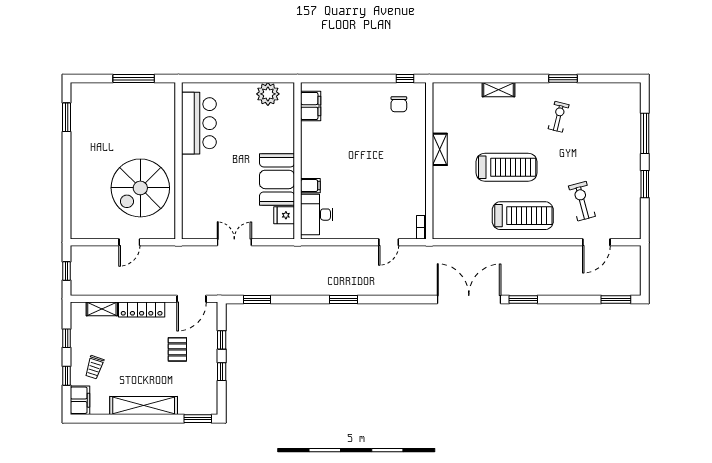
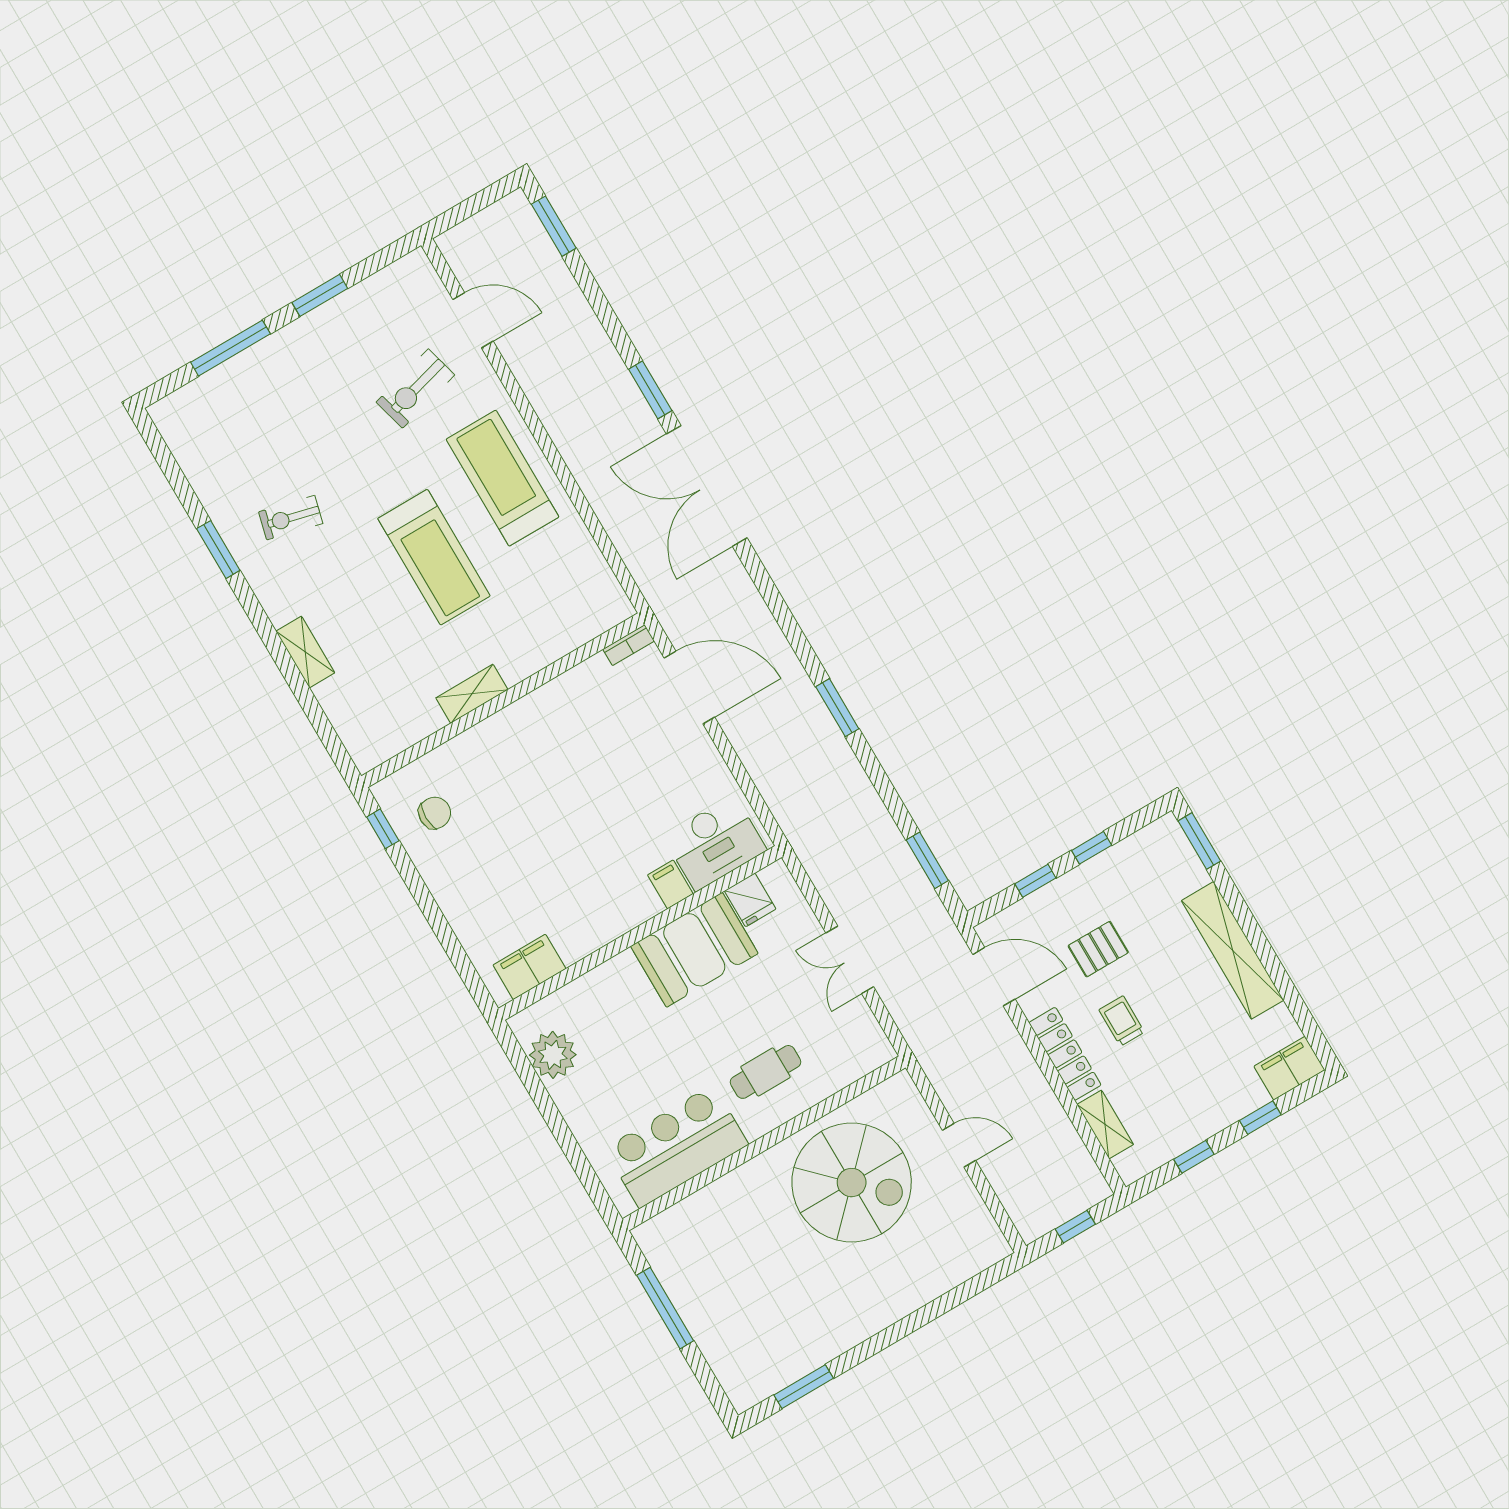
treadmill: (507, 167) -> (434, 557), turned 180
cafe table: (208, 179) -> (766, 1072), added
door: (389, 242) -> (689, 687), width x1.88
trolley: (94, 367) -> (1122, 1021), moved, turned -108

